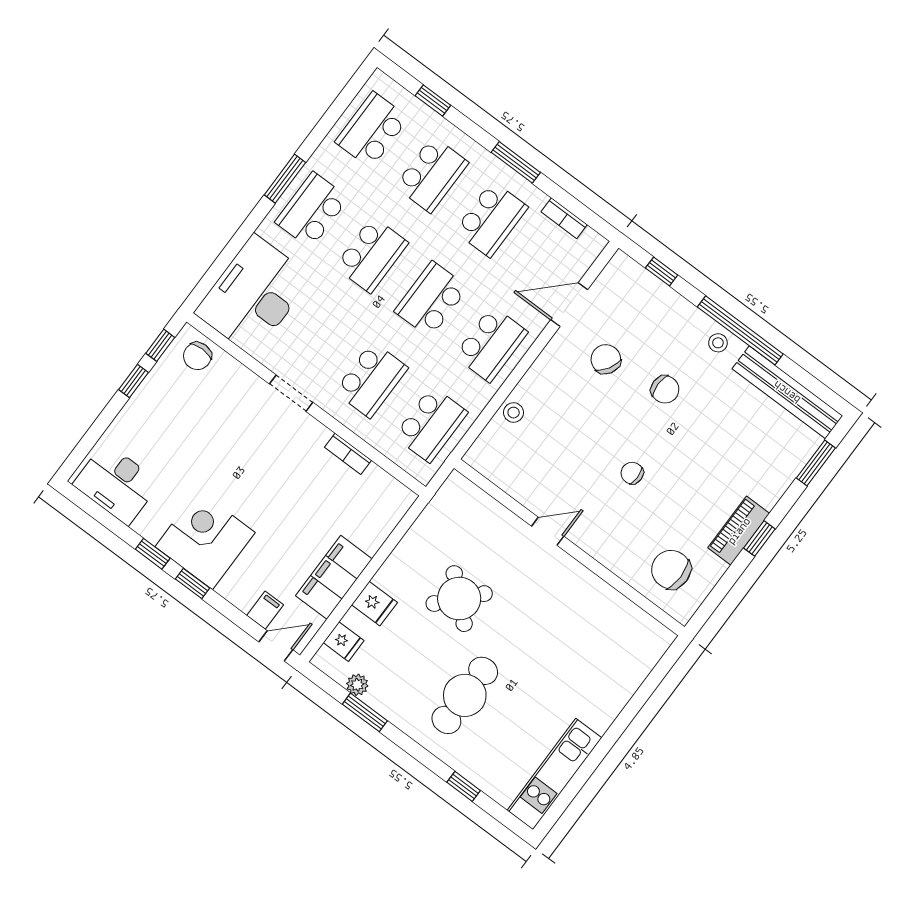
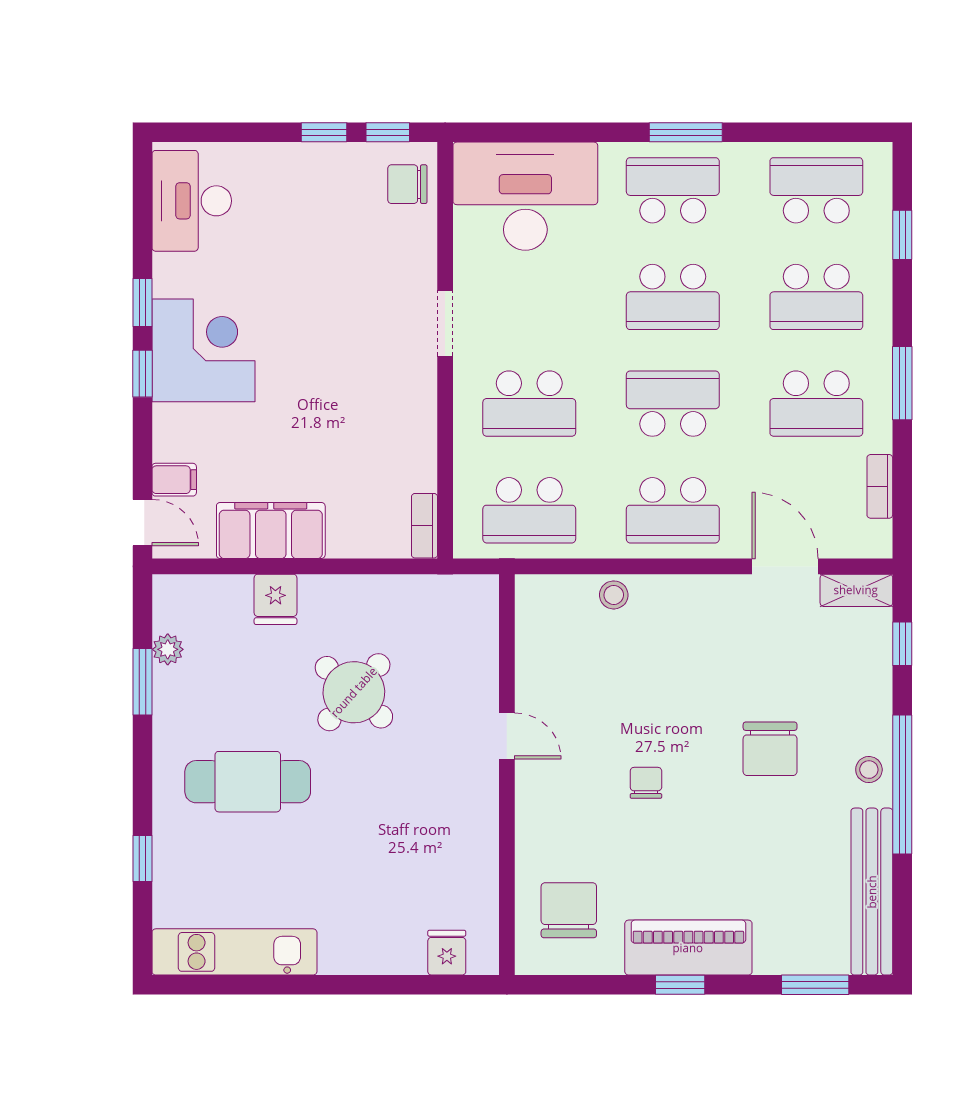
shelving: (612, 275) -> (856, 590), added
chair: (606, 359) -> (754, 655), removed
chair: (665, 389) -> (770, 749), width x1.37, depth x1.37
bookcase: (348, 454) -> (425, 526), moved
piano: (739, 531) -> (688, 948), width x1.37, depth x1.33
fridge: (344, 642) -> (447, 953), moved, turned 180

